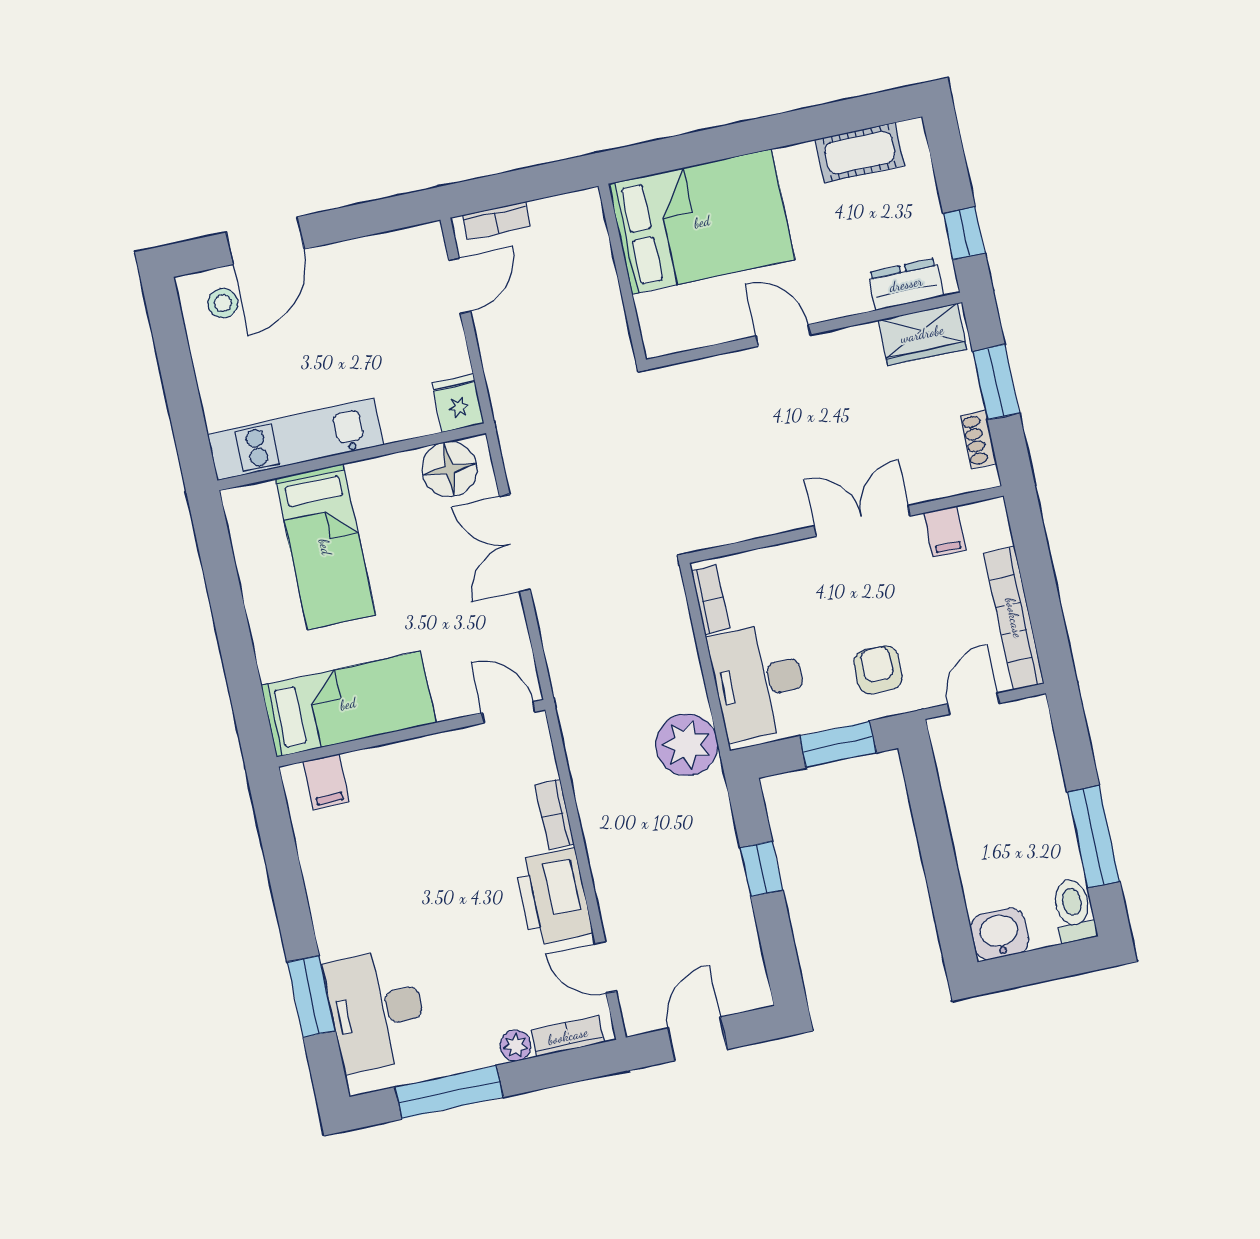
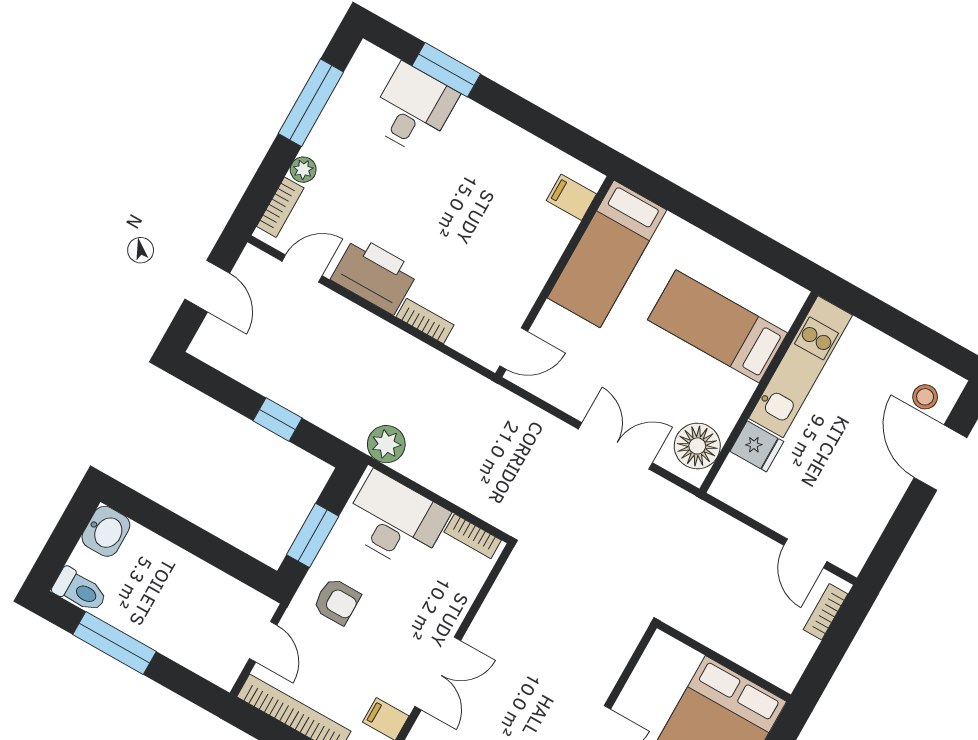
fridge: (458, 403) -> (757, 446), moved
plant: (687, 745) -> (386, 444), width x0.73, depth x0.73
desk: (376, 1010) -> (413, 109), width x0.73

